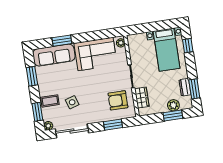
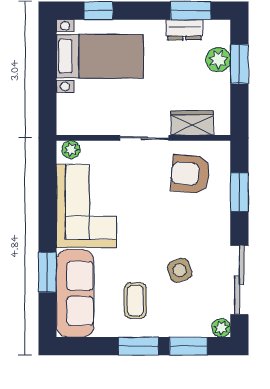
window: (32, 76) -> (138, 346), moved
armchair: (118, 100) -> (190, 174), turned 95
coffee table: (50, 101) -> (135, 301), moved

